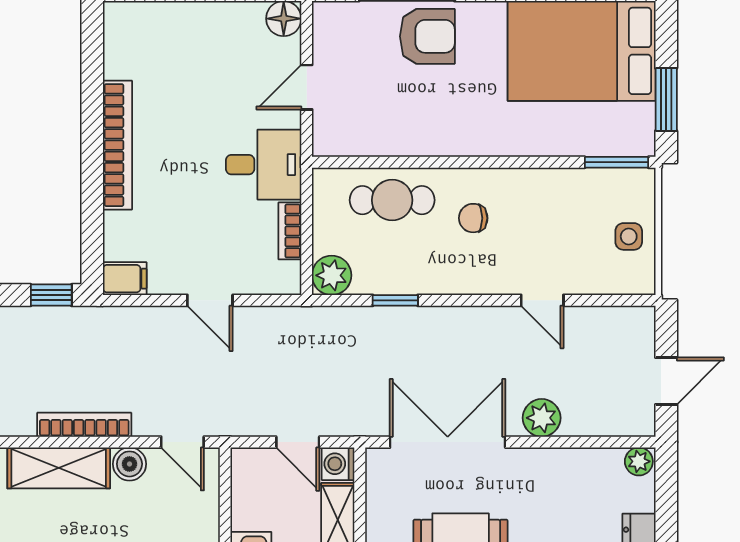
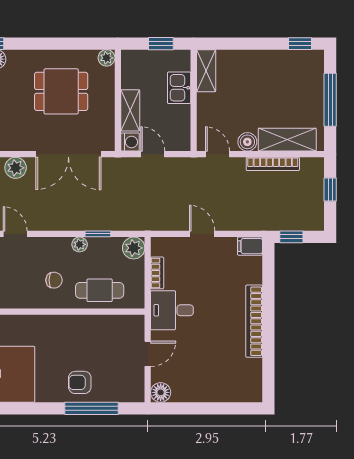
armchair: (427, 36) -> (80, 382), width x0.72, depth x0.72
plant: (428, 282) -> (80, 244), added

